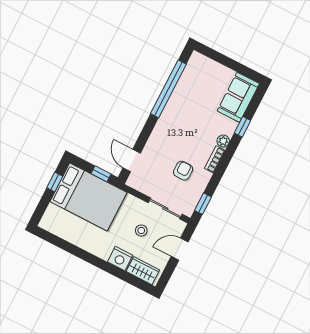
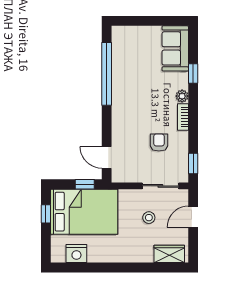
nightstand: (120, 259) -> (76, 254), moved

